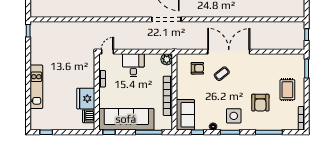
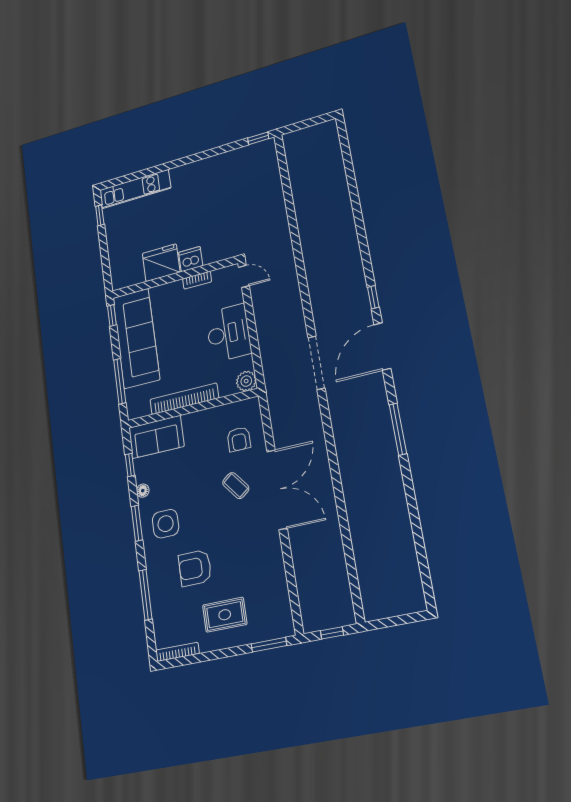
desk: (133, 65) -> (228, 333), width x1.37
kitchen unit: (36, 87) -> (135, 189), moved
dishwasher: (89, 116) -> (191, 259), moved

